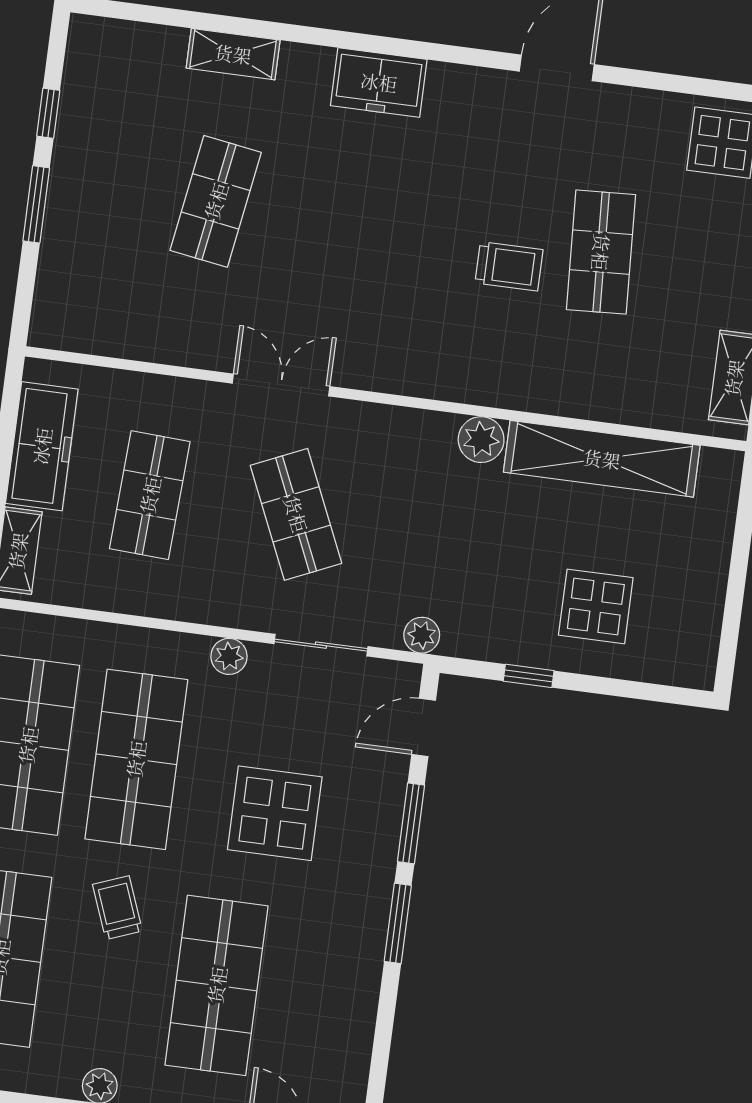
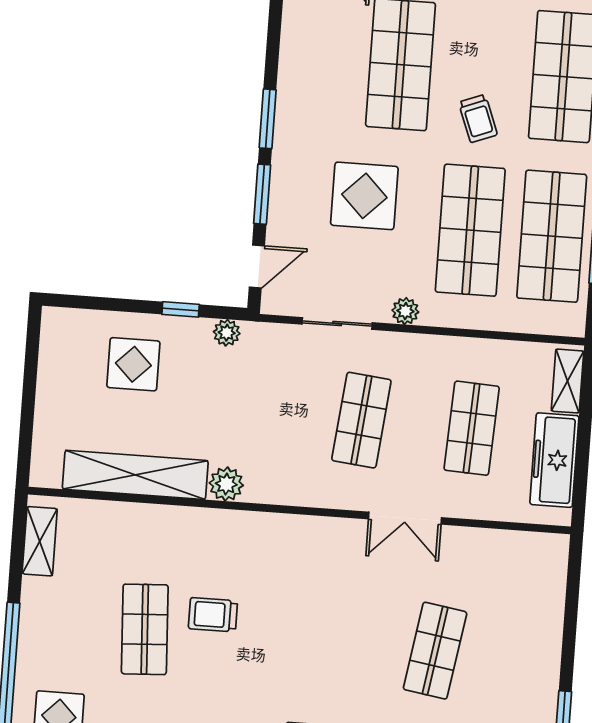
window: (36, 204) -> (569, 641), removed
double door: (281, 385) -> (405, 518), moved
shop shelf: (296, 514) -> (361, 420), turned 30
plant: (422, 635) -> (227, 333), moved

